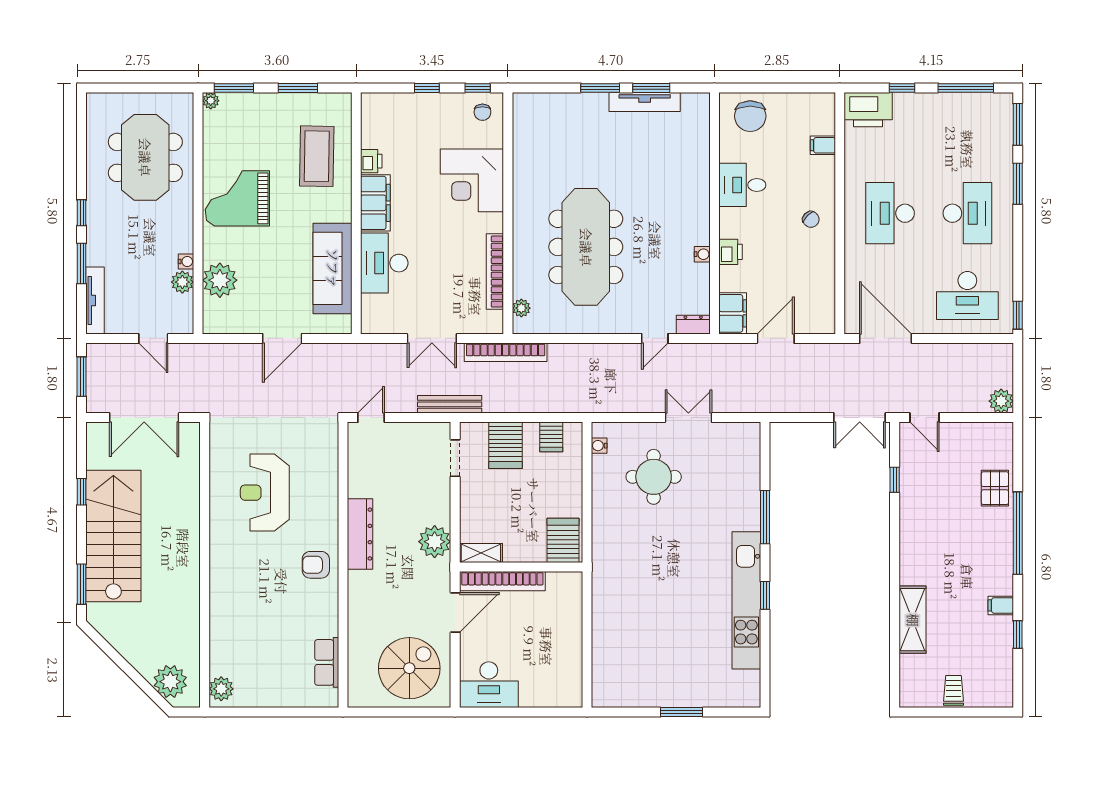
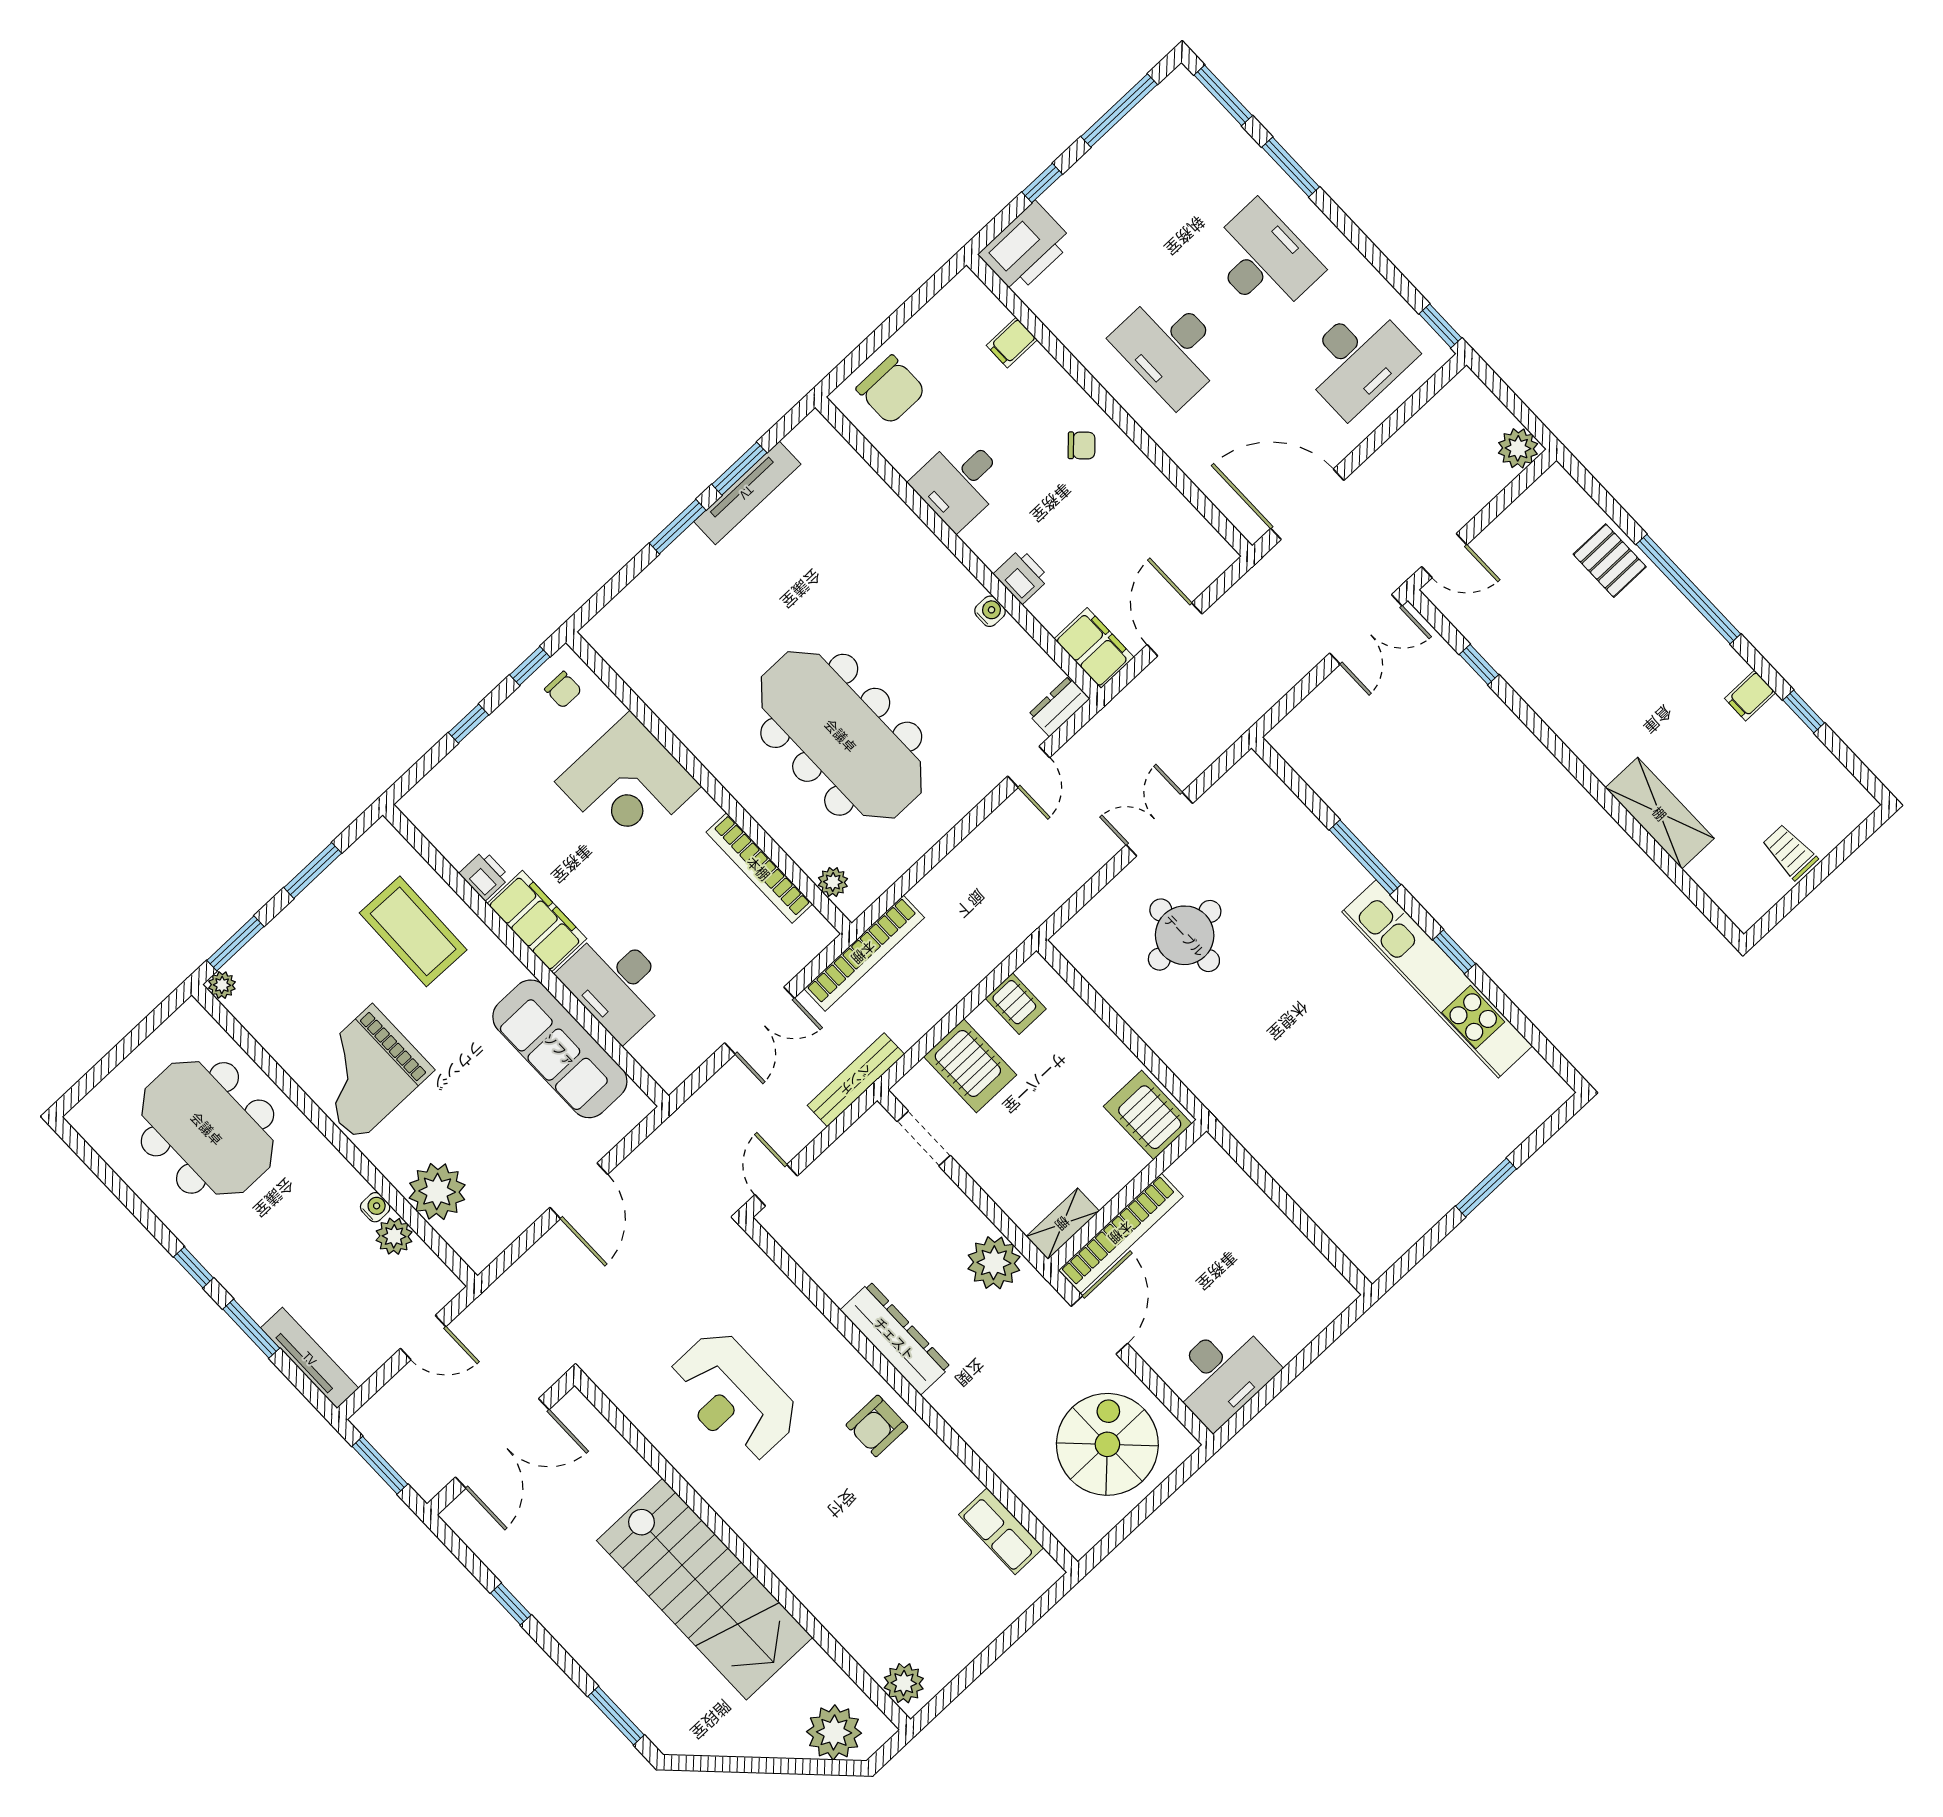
water cooler: (599, 446) -> (1083, 960), removed
stairs: (113, 536) -> (705, 1589), moved, turned 180

